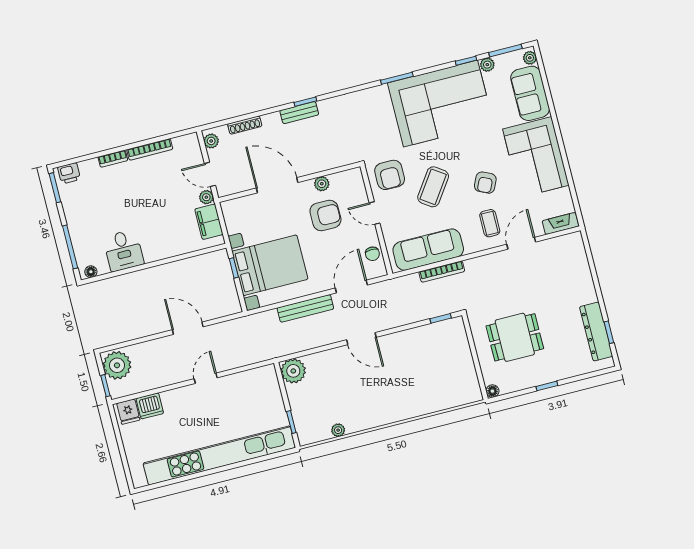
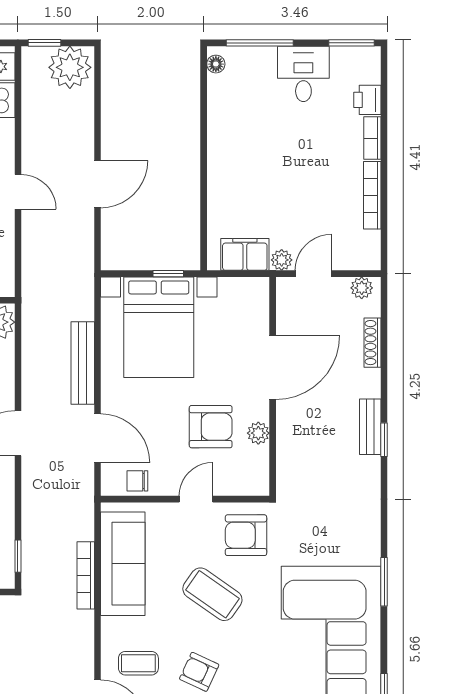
printer: (69, 173) -> (367, 100), moved
armchair: (325, 215) -> (211, 427), turned -90
desk: (123, 251) -> (303, 74), moved, turned 90

